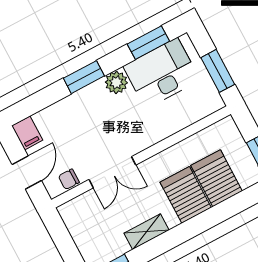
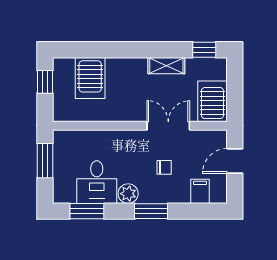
desk: (162, 73) -> (97, 182), width x0.73
filing cabinet: (27, 133) -> (200, 191), moved
chair: (69, 179) -> (164, 167), moved
server rack: (186, 195) -> (212, 101), moved, turned 180

